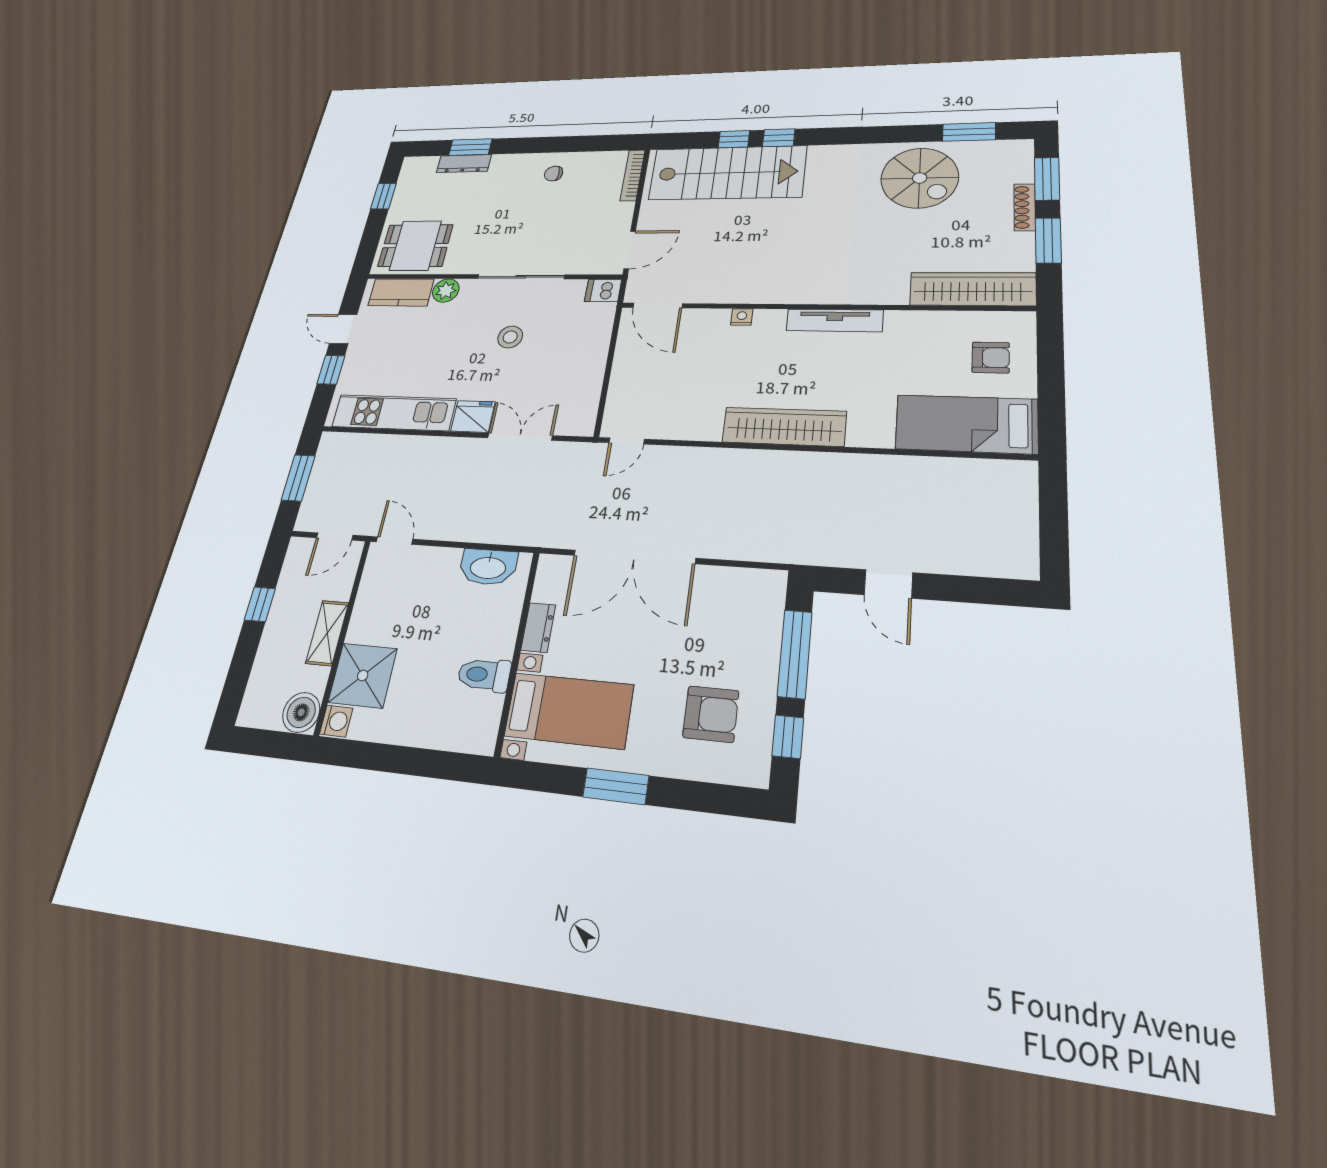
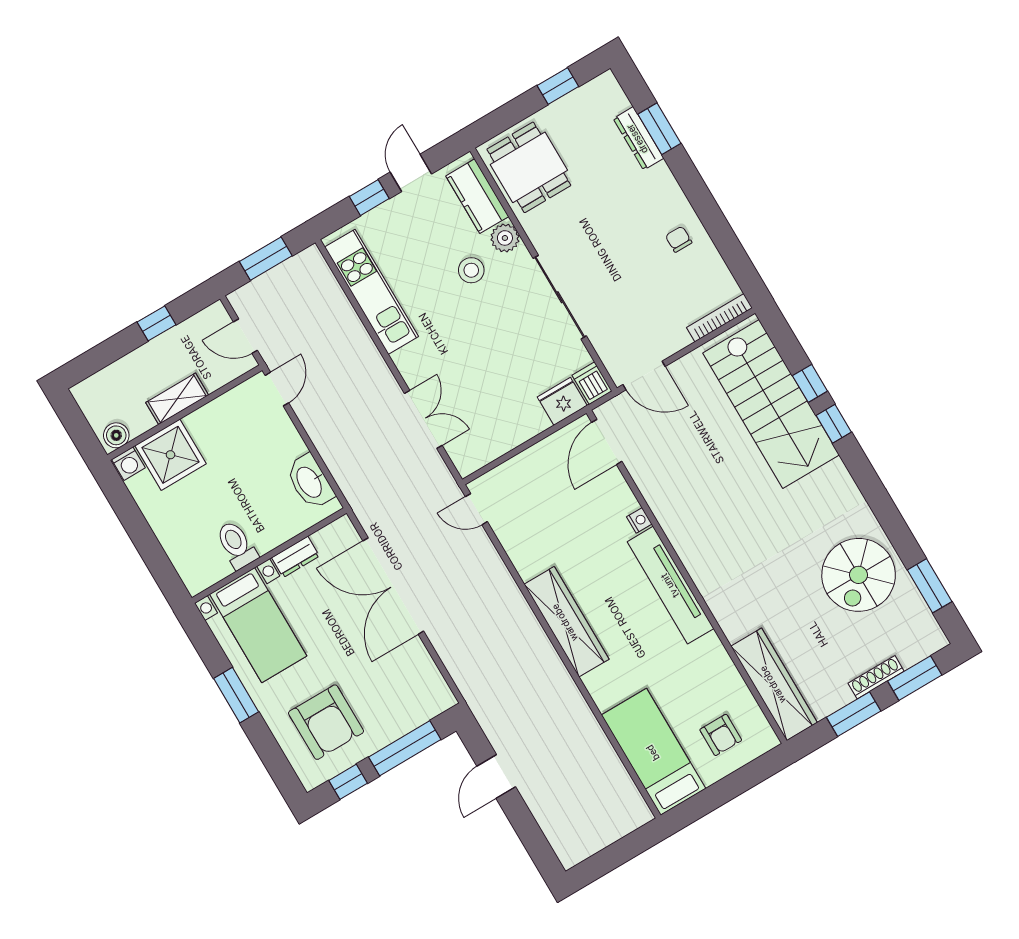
tv unit: (835, 320) -> (671, 585), width x1.36, depth x1.29
stool: (510, 337) -> (471, 270), moved
fridge: (473, 416) -> (562, 401), moved, turned -90
boiler: (301, 712) -> (116, 435), width x0.73, depth x0.73
armchair: (711, 714) -> (326, 722), width x1.36, depth x1.36

